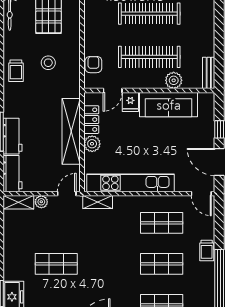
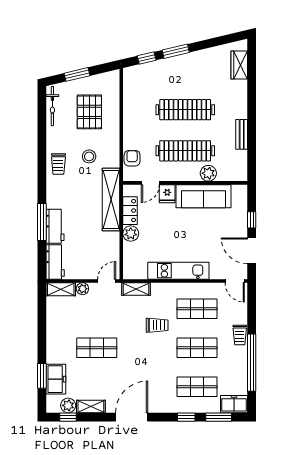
bench: (209, 73) -> (242, 134), moved
shelving: (71, 131) -> (111, 200), moved
kitchen unit: (130, 183) -> (178, 271), width x0.73
trolley: (120, 240) -> (157, 325), added

